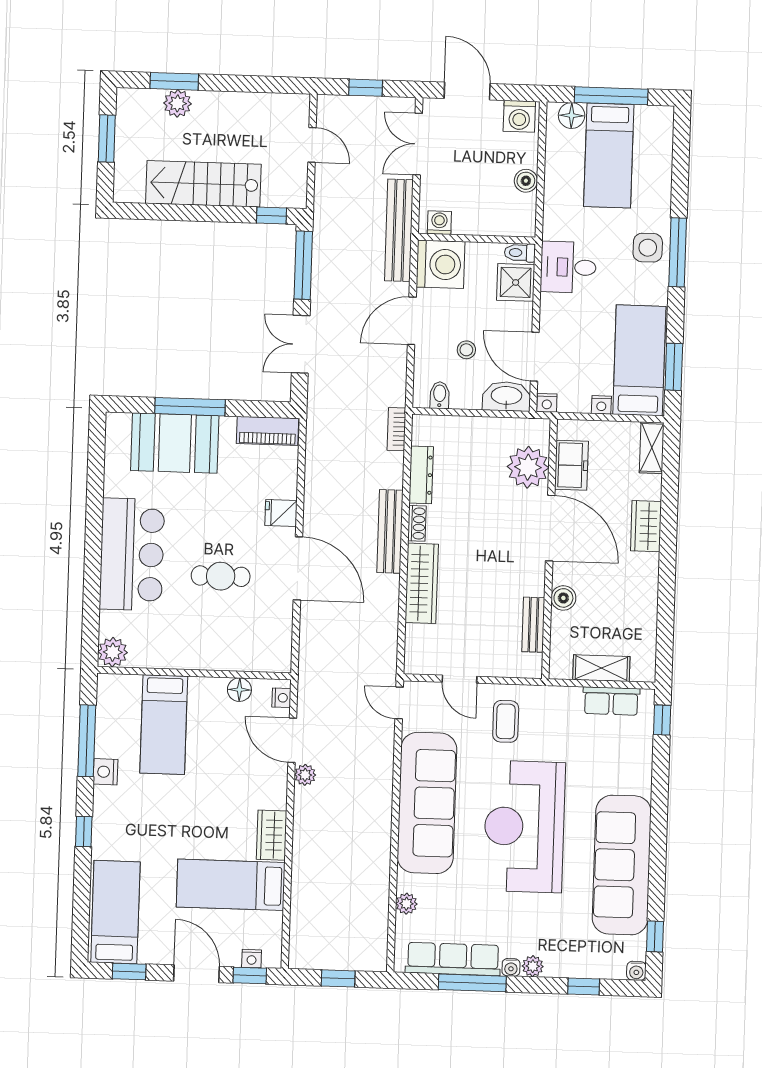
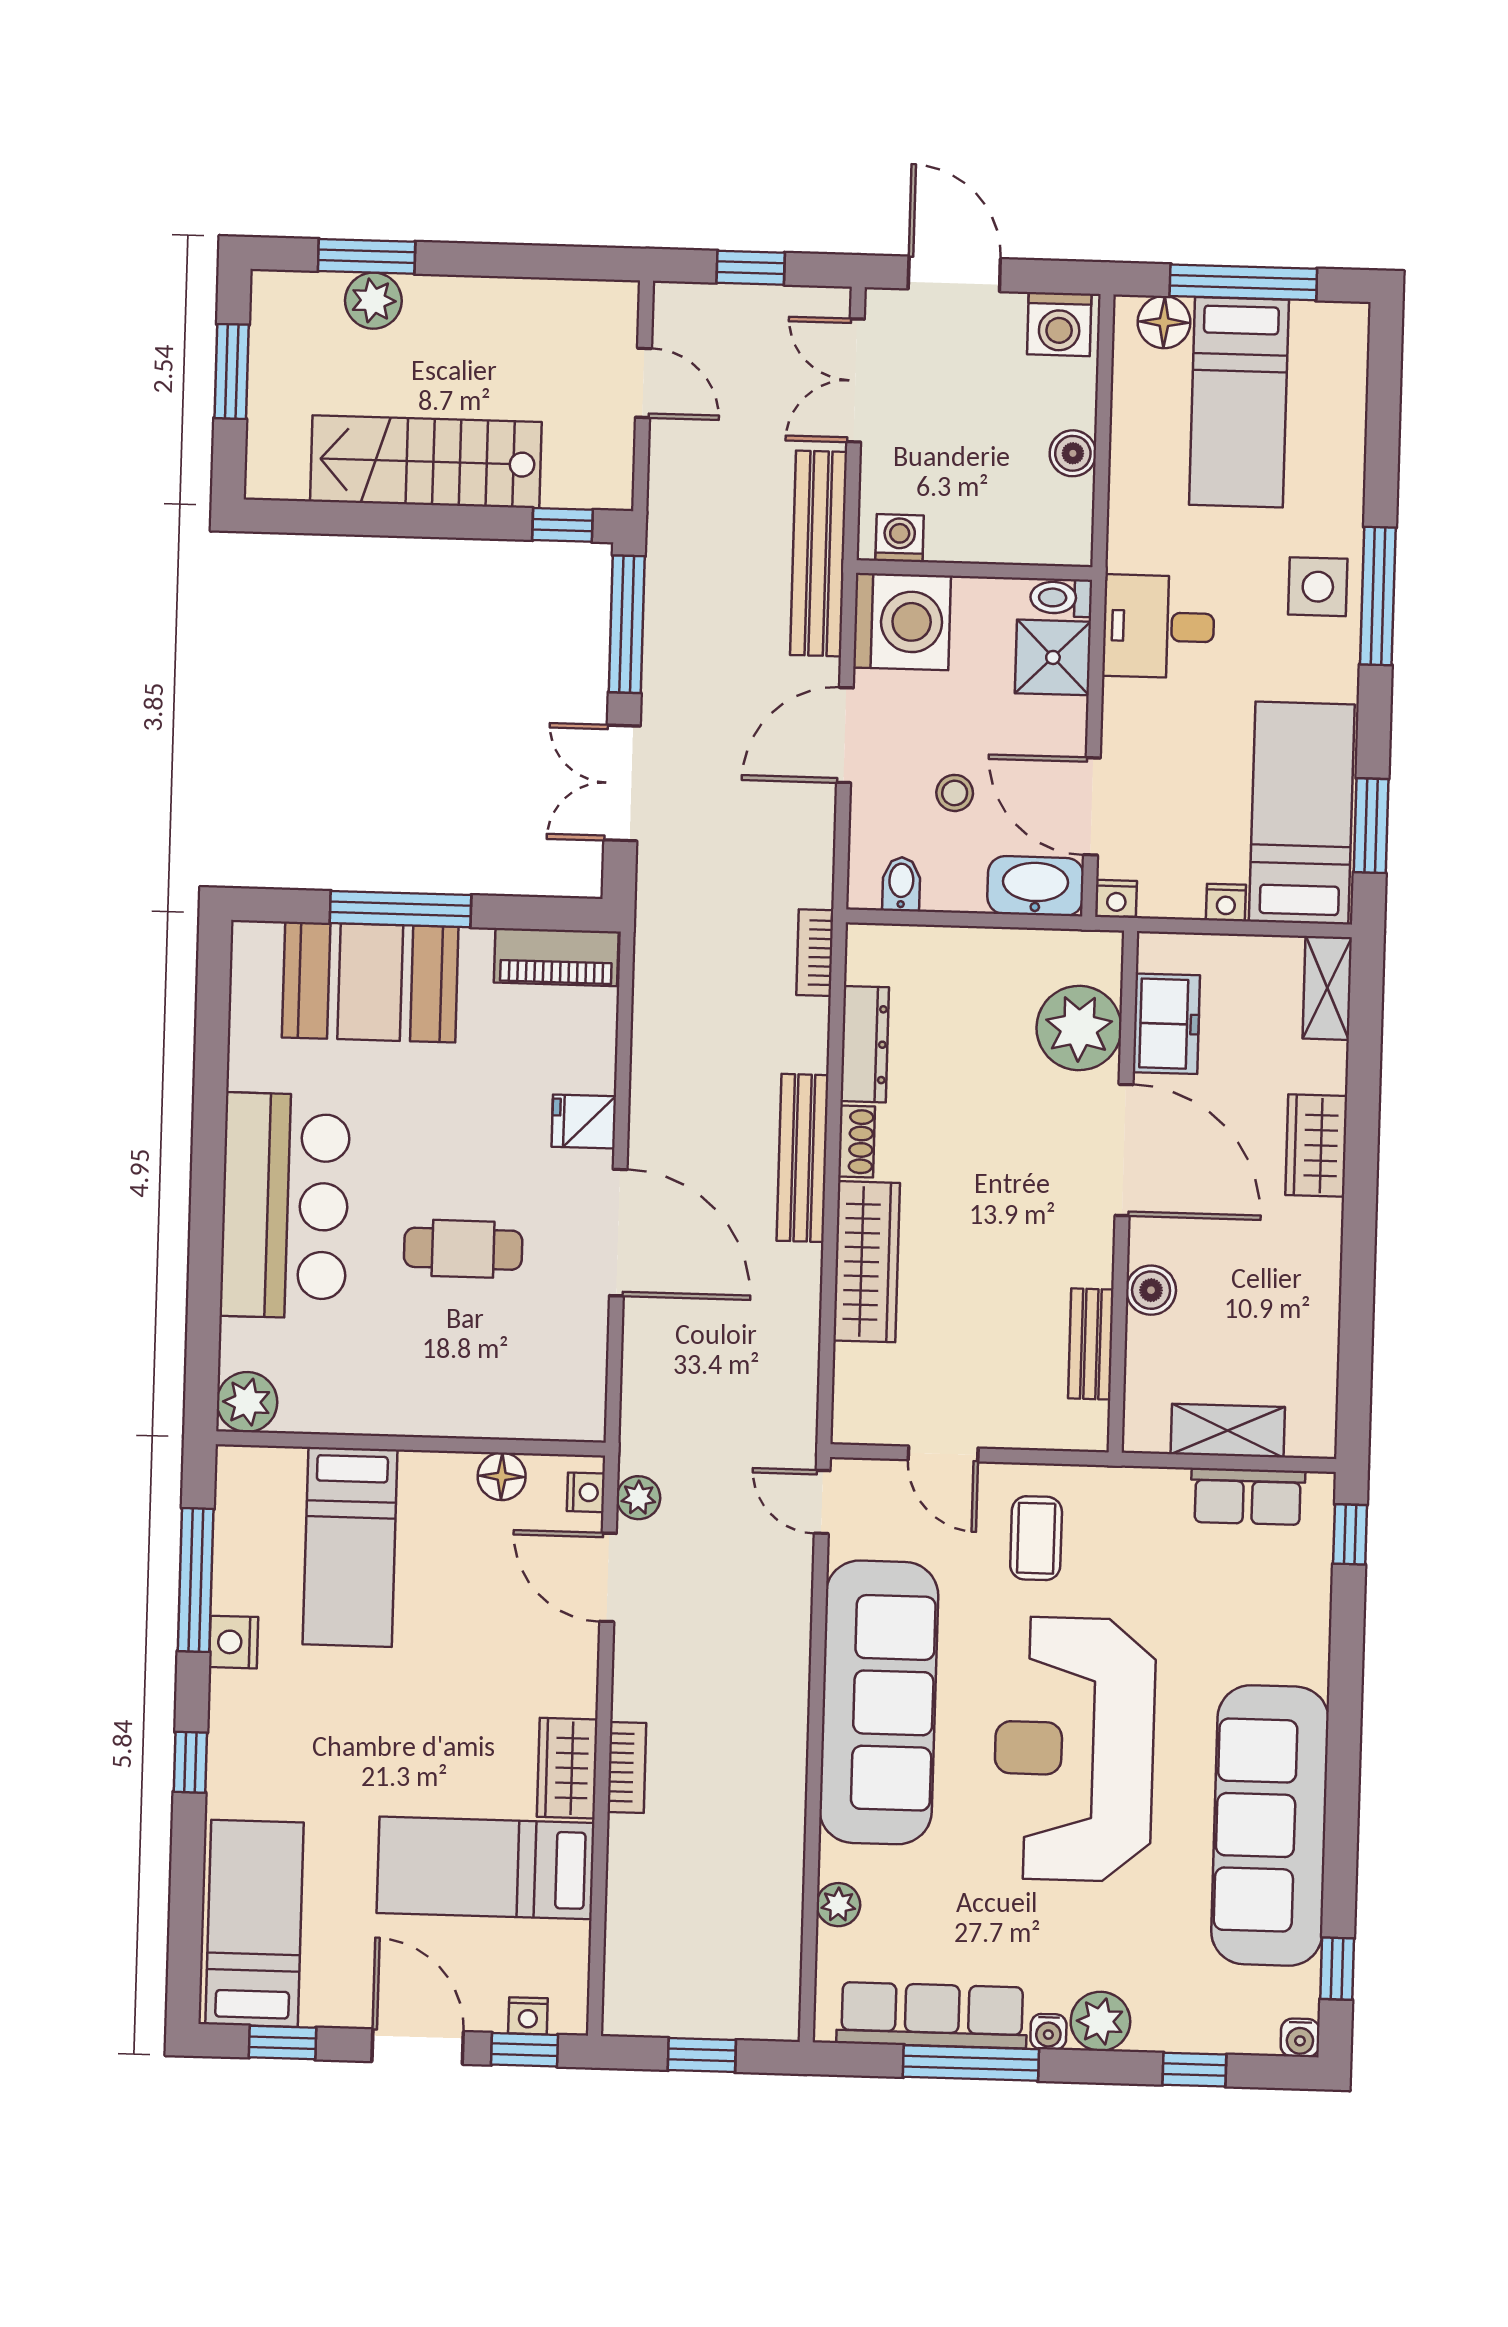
plant: (305, 775) -> (638, 1498), moved
bookcase: (301, 835) -> (627, 1767), added
plant: (533, 966) -> (1100, 2021), width x1.38, depth x1.38

